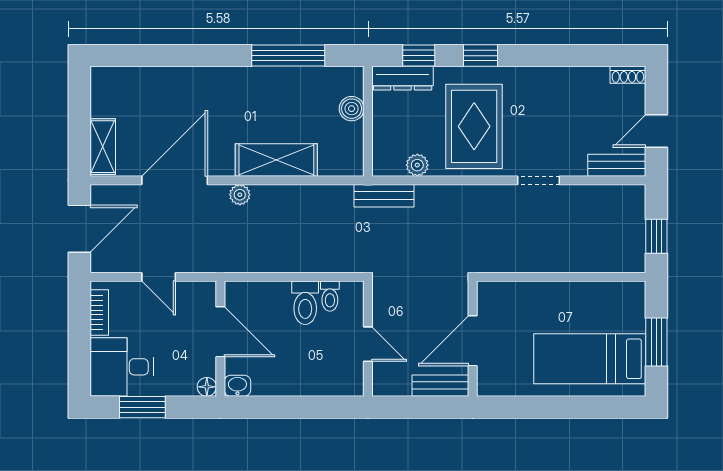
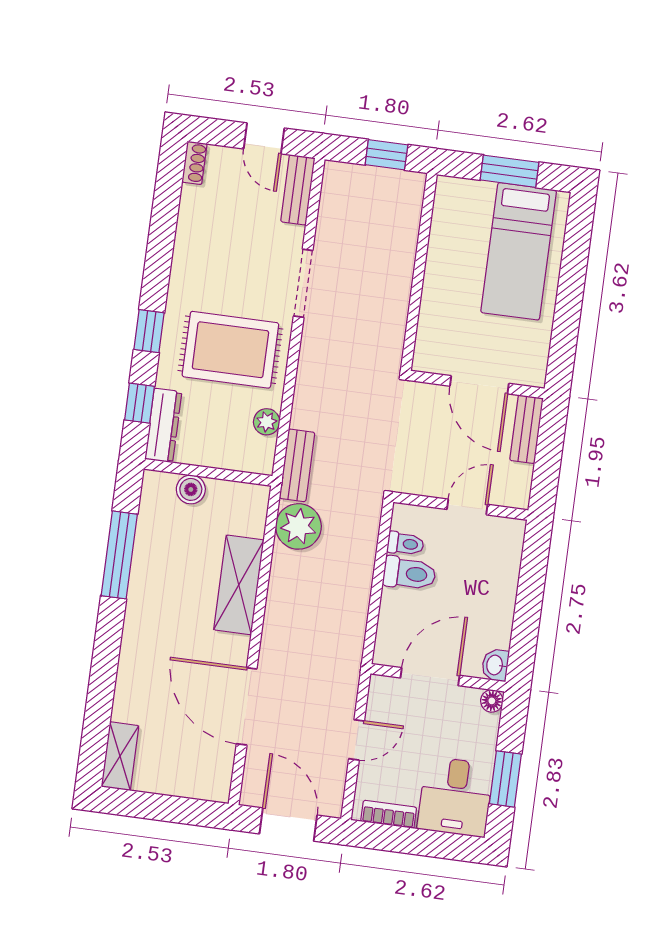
shelving: (103, 147) -> (120, 756), moved, turned 90
doorway: (538, 180) -> (303, 283), width x1.38
plant: (240, 195) -> (298, 526), moved, width x1.88, depth x1.88

